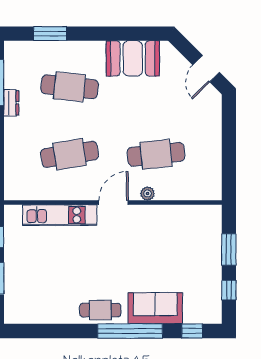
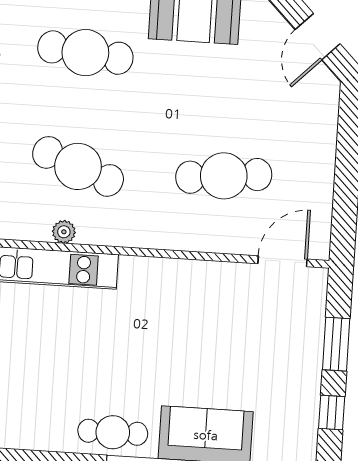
cafe table: (70, 154) -> (78, 166), turned 30
plant: (148, 193) -> (64, 232), moved
door: (113, 203) -> (282, 261), moved

